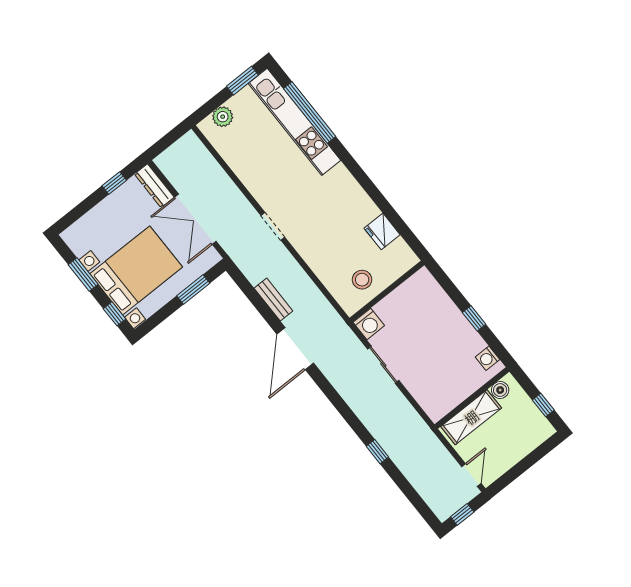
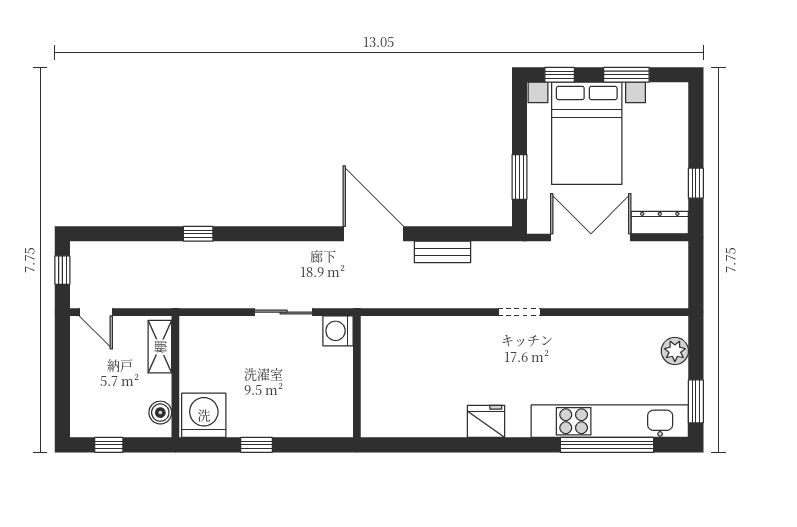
fridge: (382, 231) -> (486, 421), moved
stool: (362, 280) -> (390, 361), removed
washing machine: (487, 358) -> (204, 415), width x1.89, depth x1.89
shelving: (471, 417) -> (160, 347), width x0.67, depth x0.75

